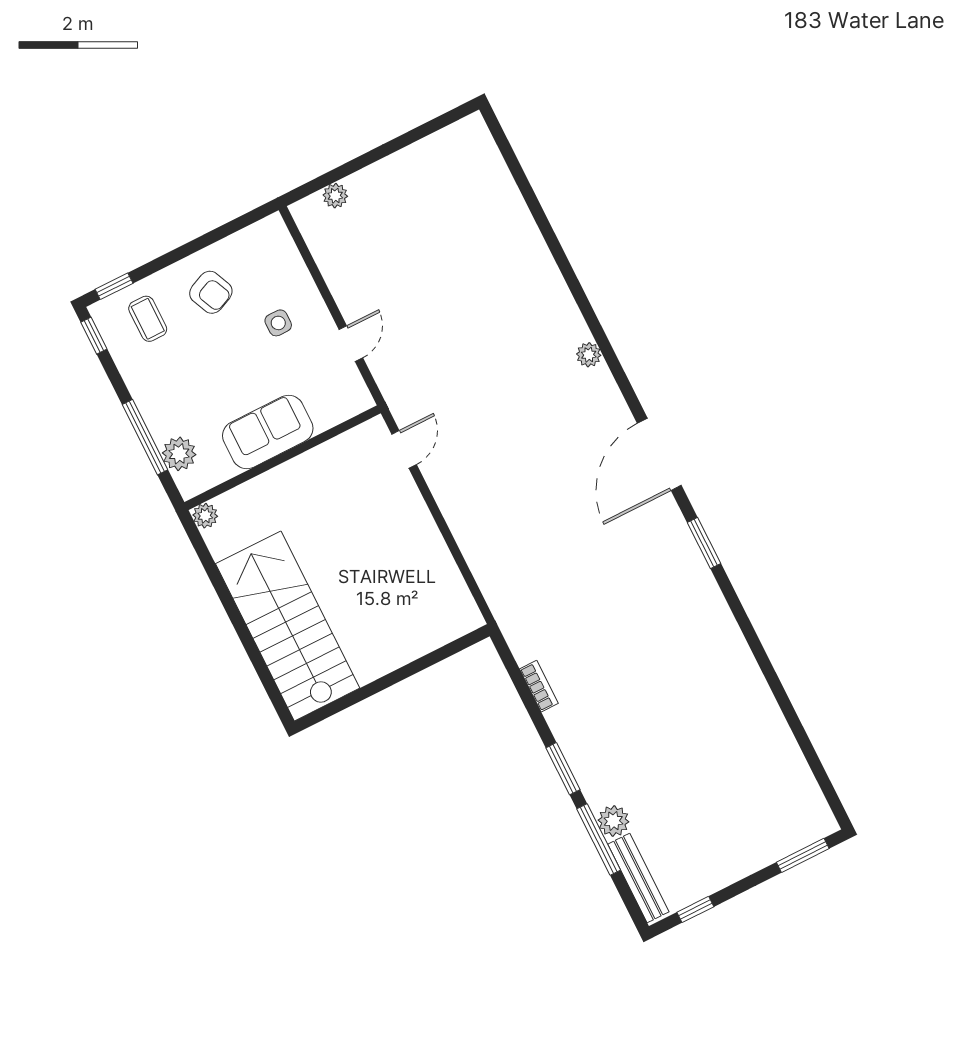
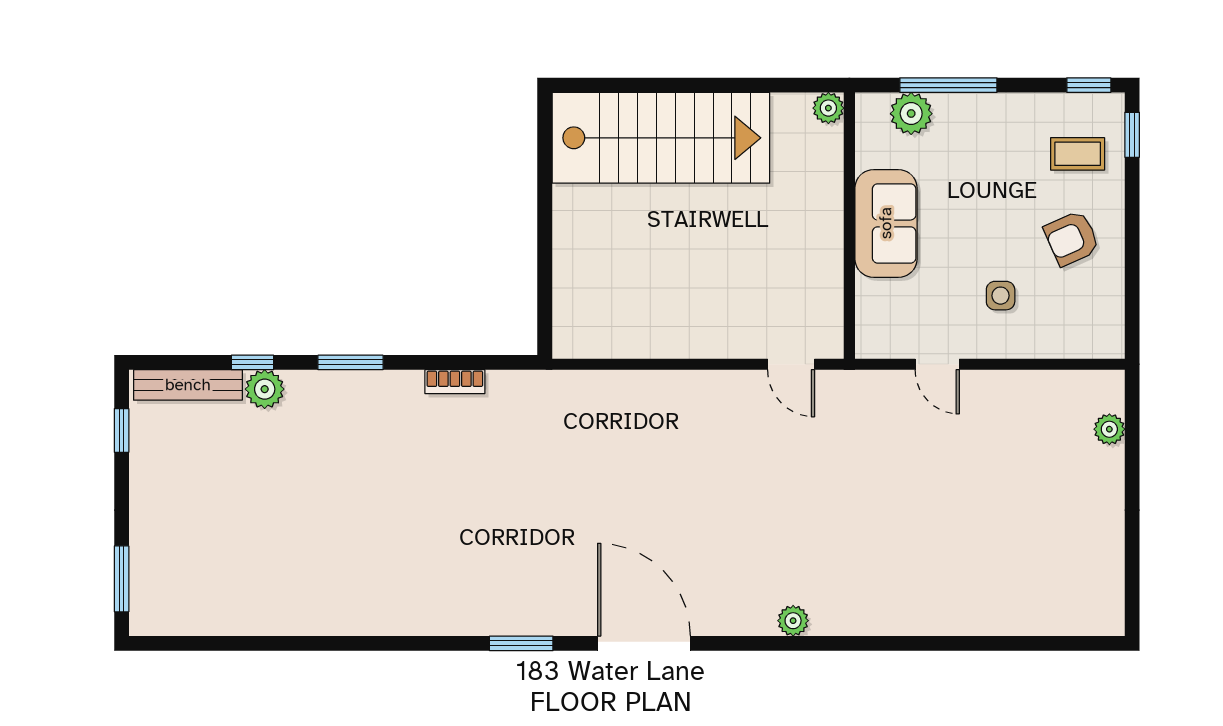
window: (599, 840) -> (252, 362), width x0.46

